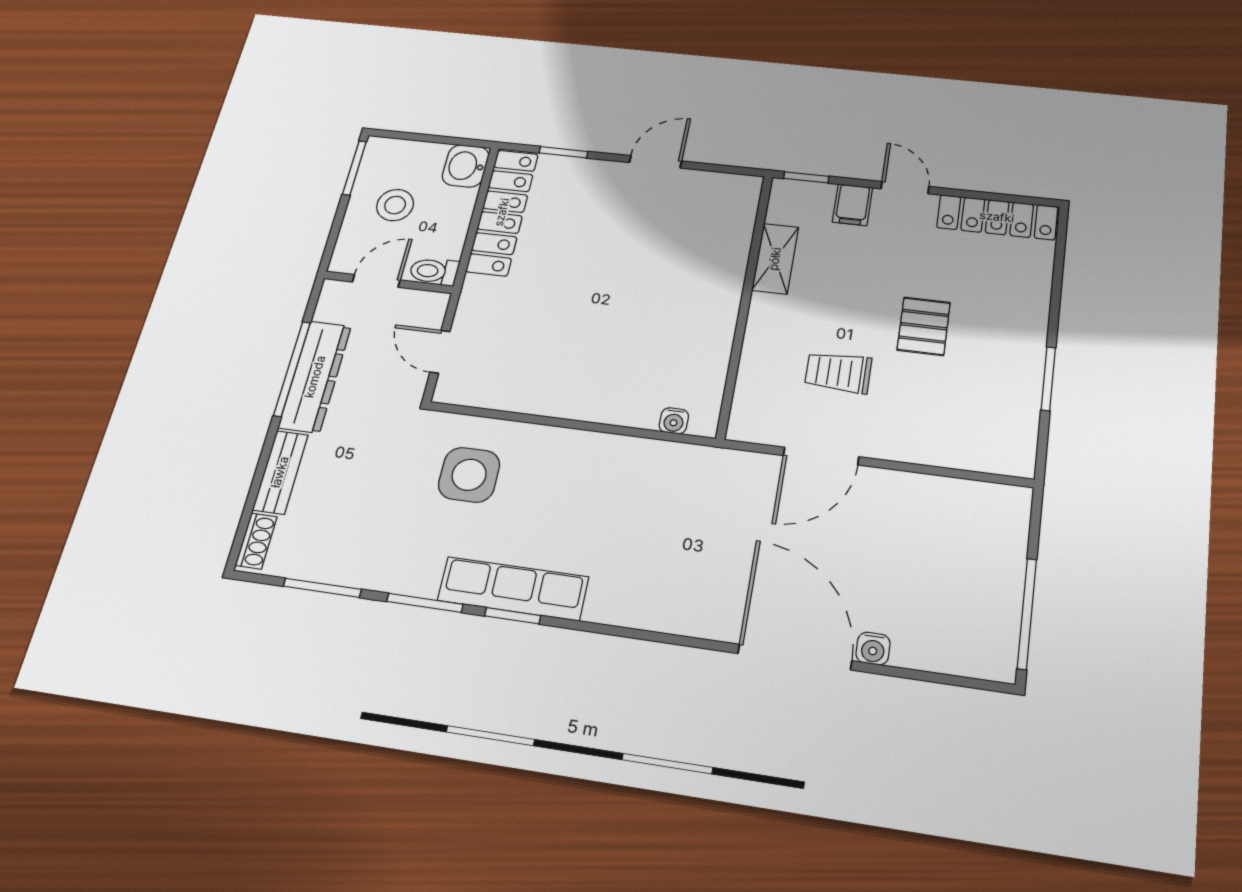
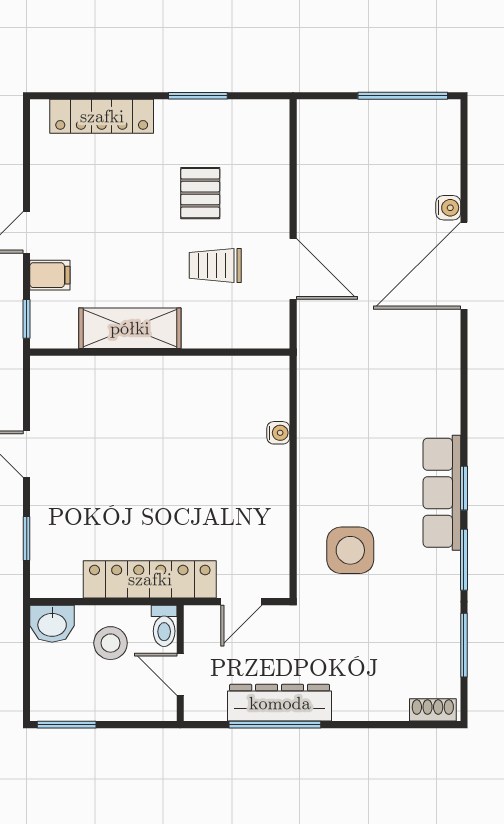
stool: (395, 205) -> (111, 643), moved
locker: (502, 212) -> (150, 579), moved
locker: (997, 217) -> (102, 116), moved, turned 90
shelving: (775, 259) -> (130, 328), width x1.50, depth x1.33
pallet: (924, 326) -> (200, 193), moved, turned 90
trolley: (838, 372) -> (215, 265), turned 90
water cooler: (674, 421) -> (278, 433), moved
bench: (280, 472) -> (371, 707), removed

